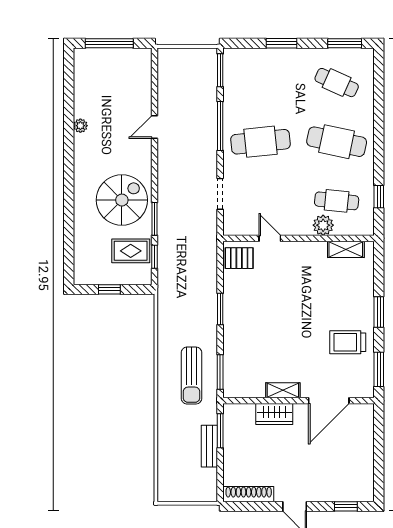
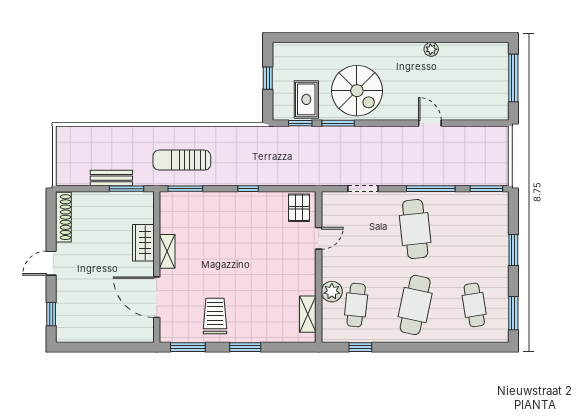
cafe table: (337, 83) -> (474, 305), turned -33
window: (220, 309) -> (248, 189), width x0.67

